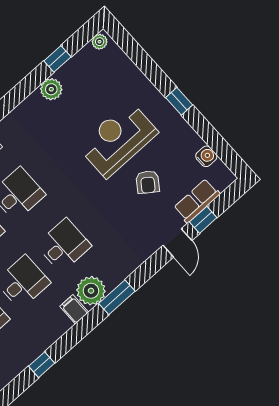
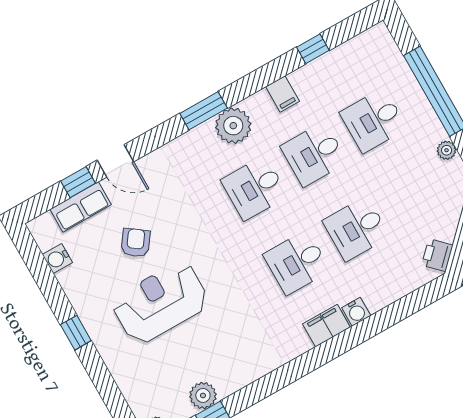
plant: (51, 89) -> (203, 395), moved
reception desk: (118, 139) -> (160, 303), turned 180
door: (177, 243) -> (115, 161), swing flipped
filing cabinet: (74, 309) -> (283, 94), moved

